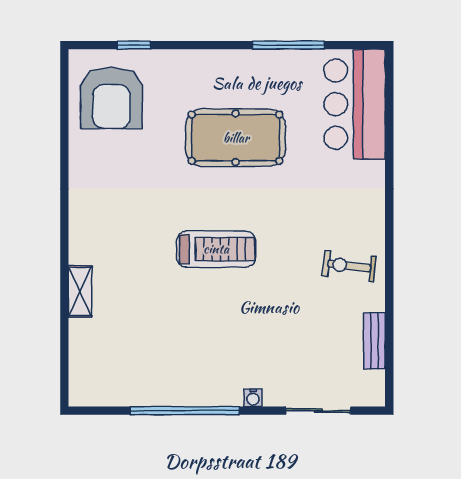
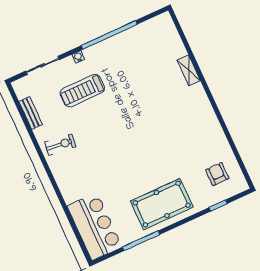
armchair: (111, 98) -> (217, 174), width x0.53, depth x0.53
pool table: (236, 138) -> (162, 204), moved
treadmill: (216, 249) -> (82, 91), moved

